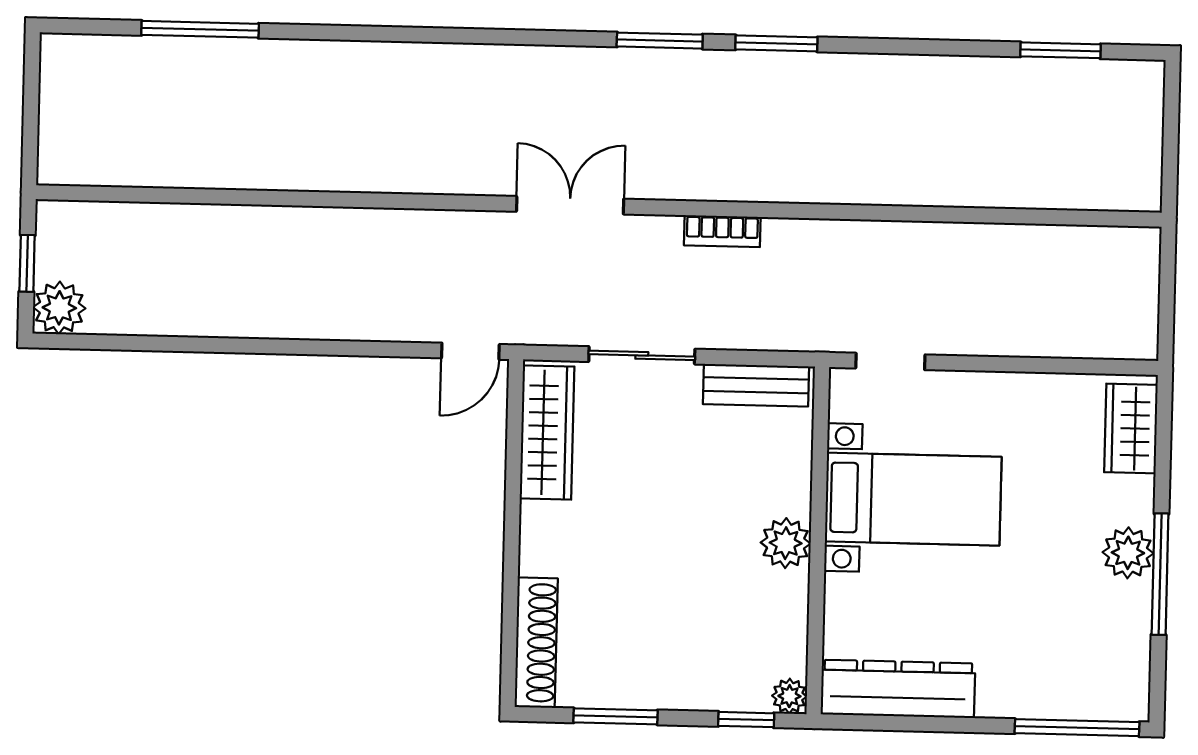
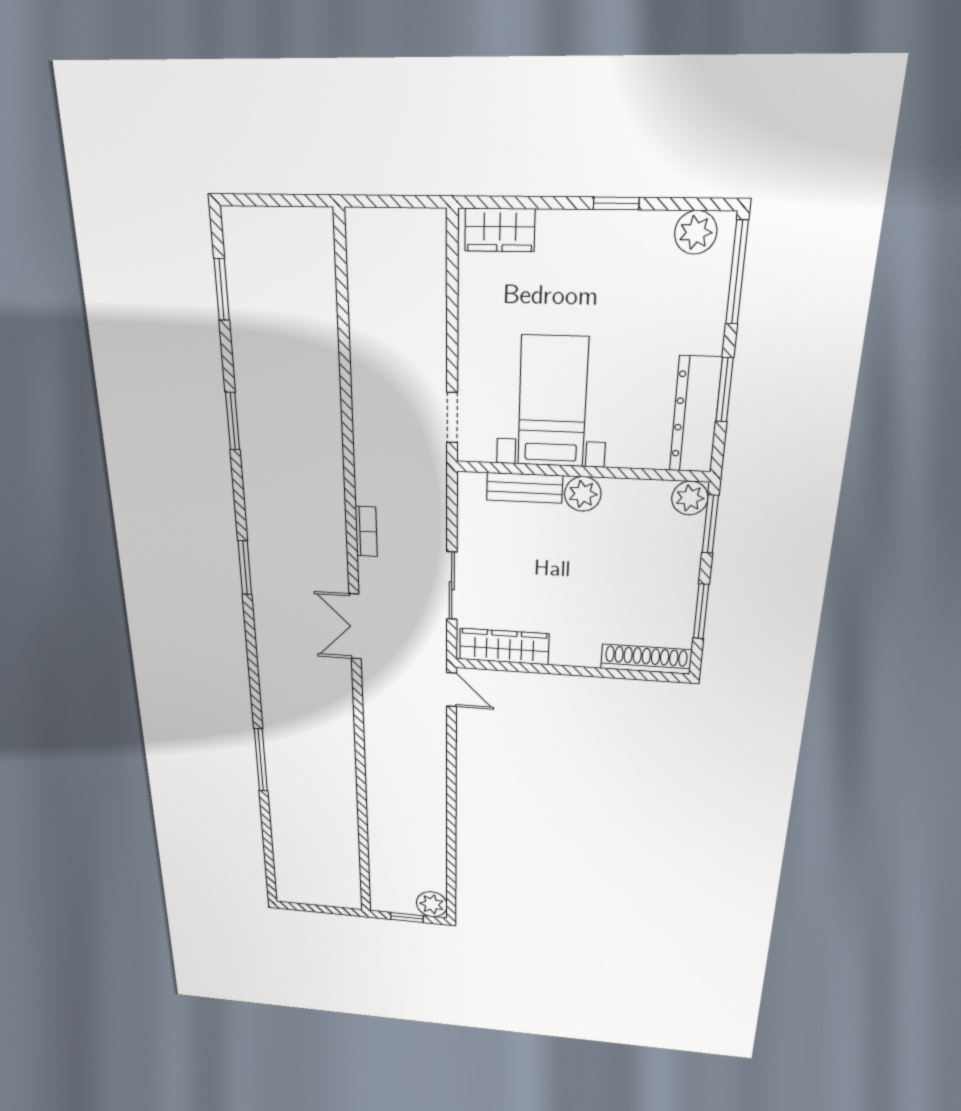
window: (200, 29) -> (261, 760), moved
window: (776, 43) -> (233, 421), moved
bench: (756, 385) -> (524, 488), moved, turned 90
plant: (1128, 553) -> (696, 232), moved
window: (1160, 574) -> (616, 203), width x0.46
plant: (789, 696) -> (690, 498), width x1.38, depth x1.38
window: (746, 720) -> (710, 524), width x1.50
window: (931, 724) -> (725, 390), added

